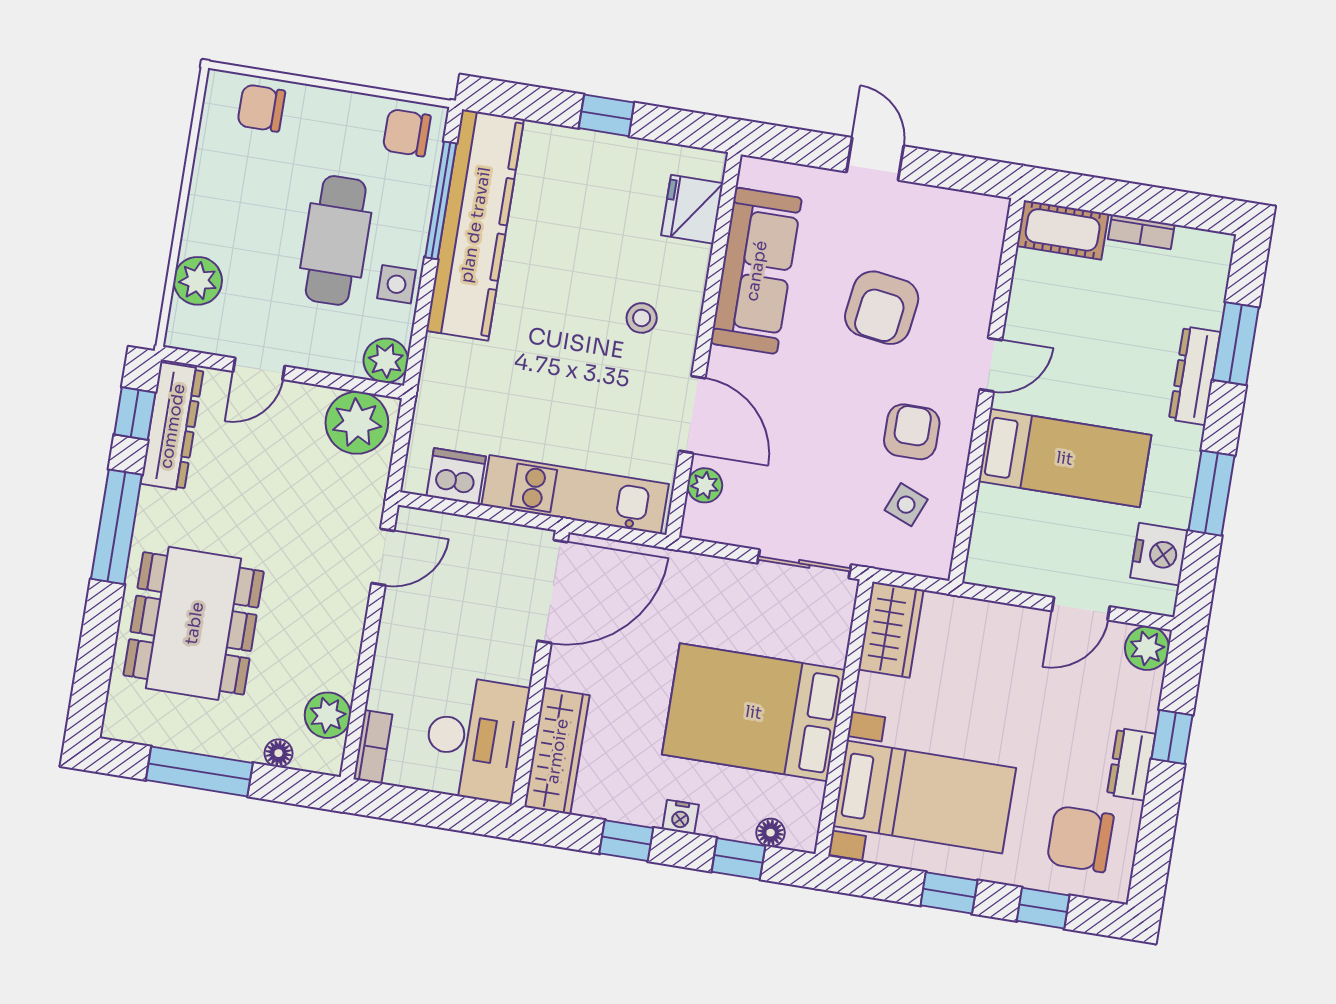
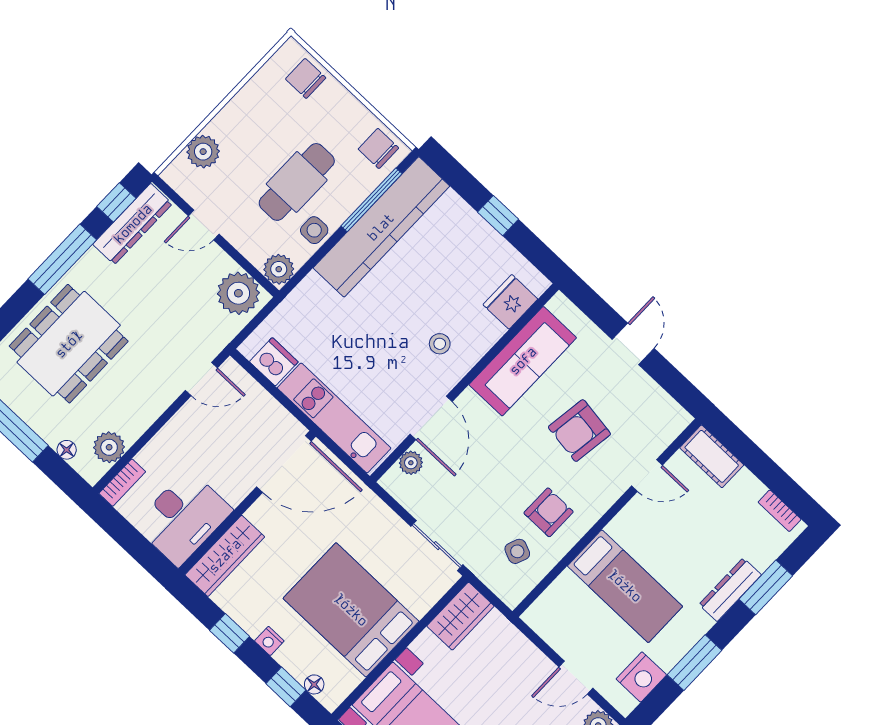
bookcase: (1141, 232) -> (780, 511), moved
door: (991, 365) -> (647, 476), moved

